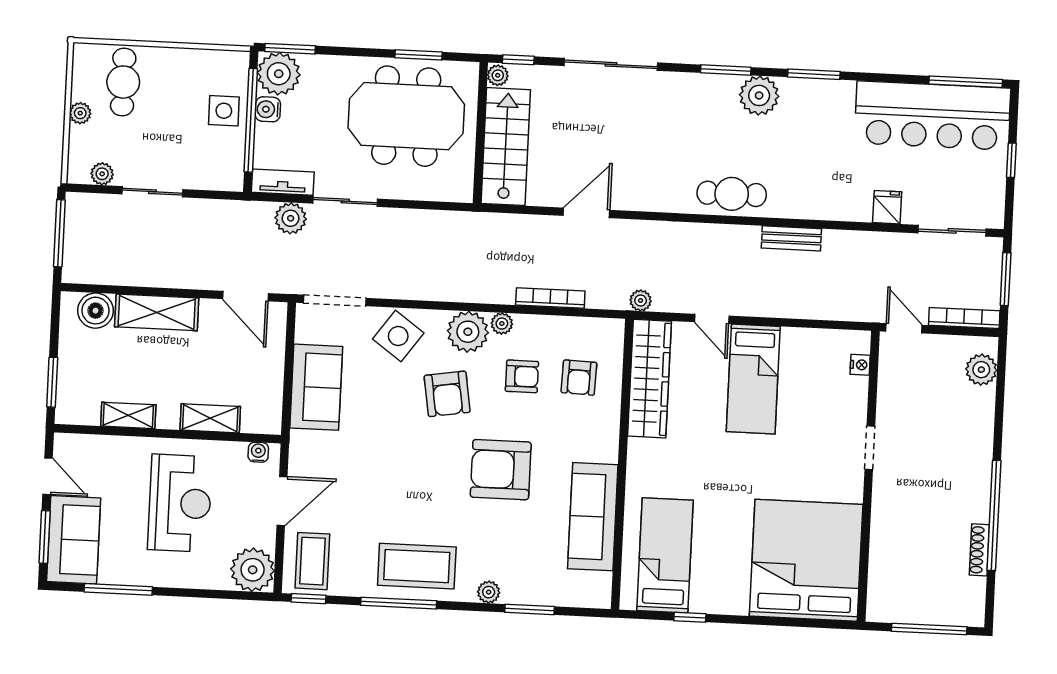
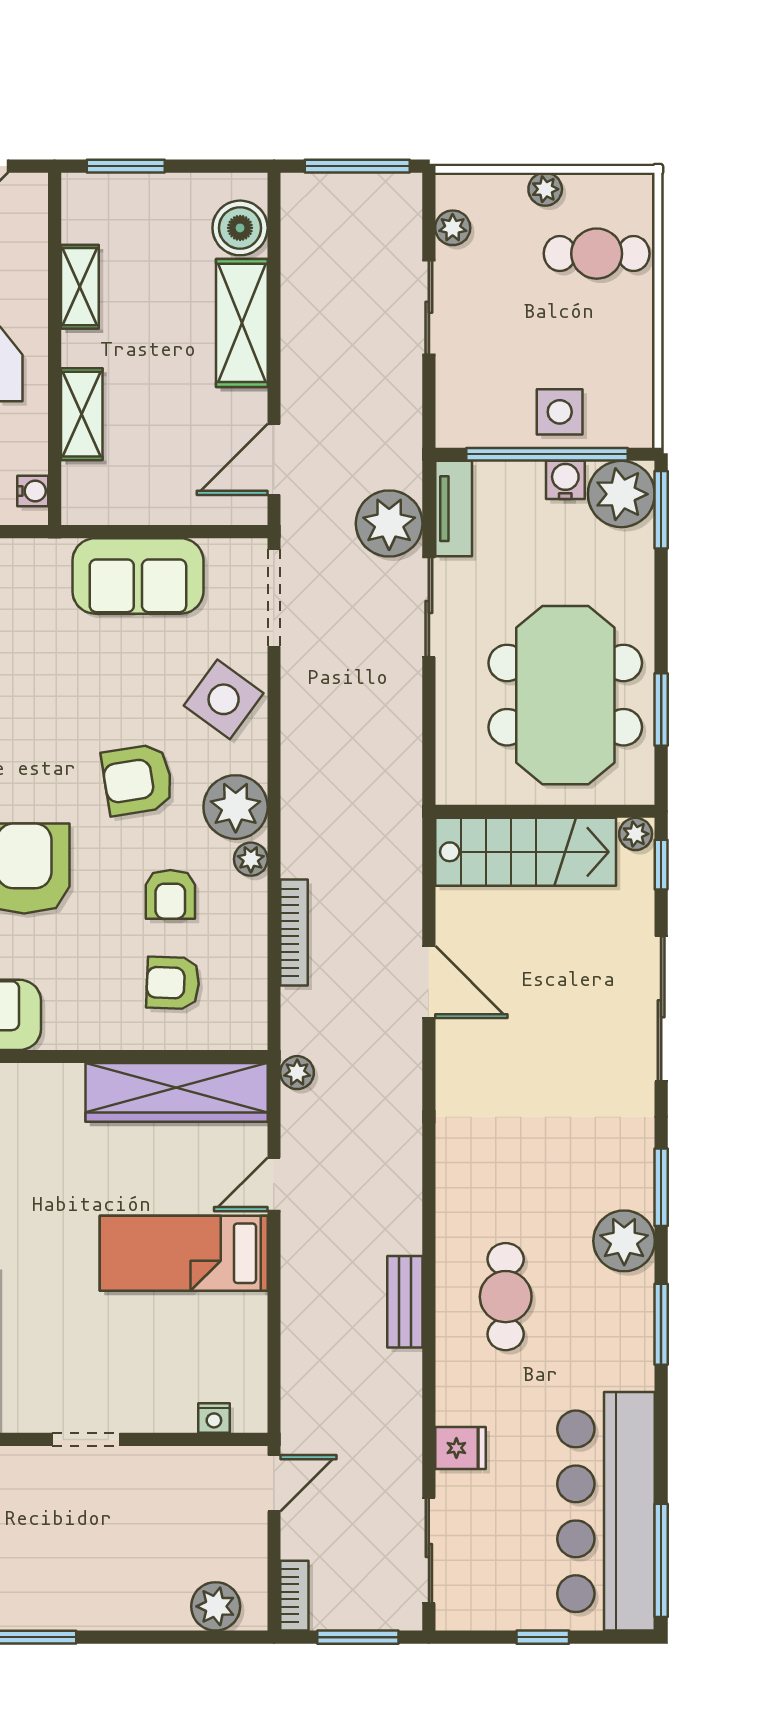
cafe table: (732, 194) -> (506, 1297), moved
plant: (291, 218) -> (389, 524), width x1.36, depth x1.36
bookcase: (964, 318) -> (294, 1596), width x0.64

